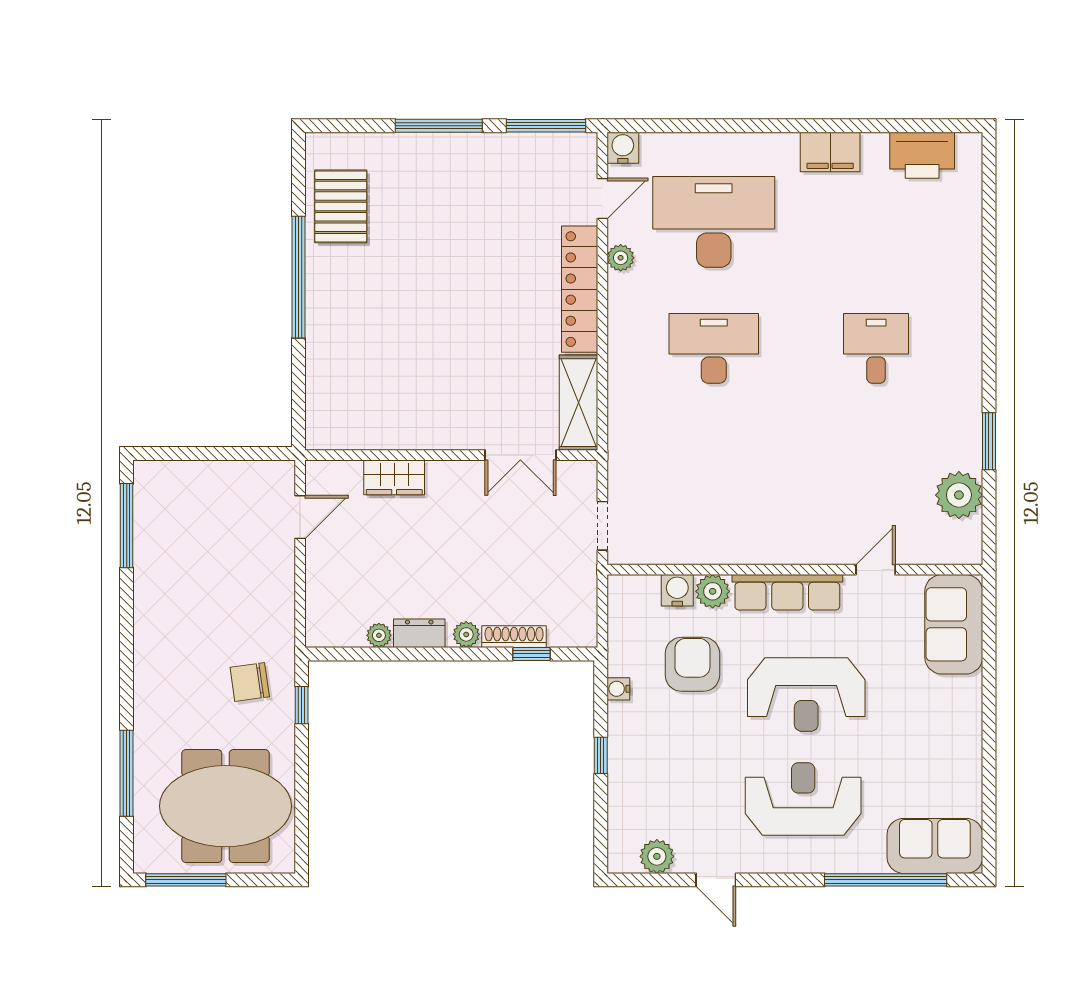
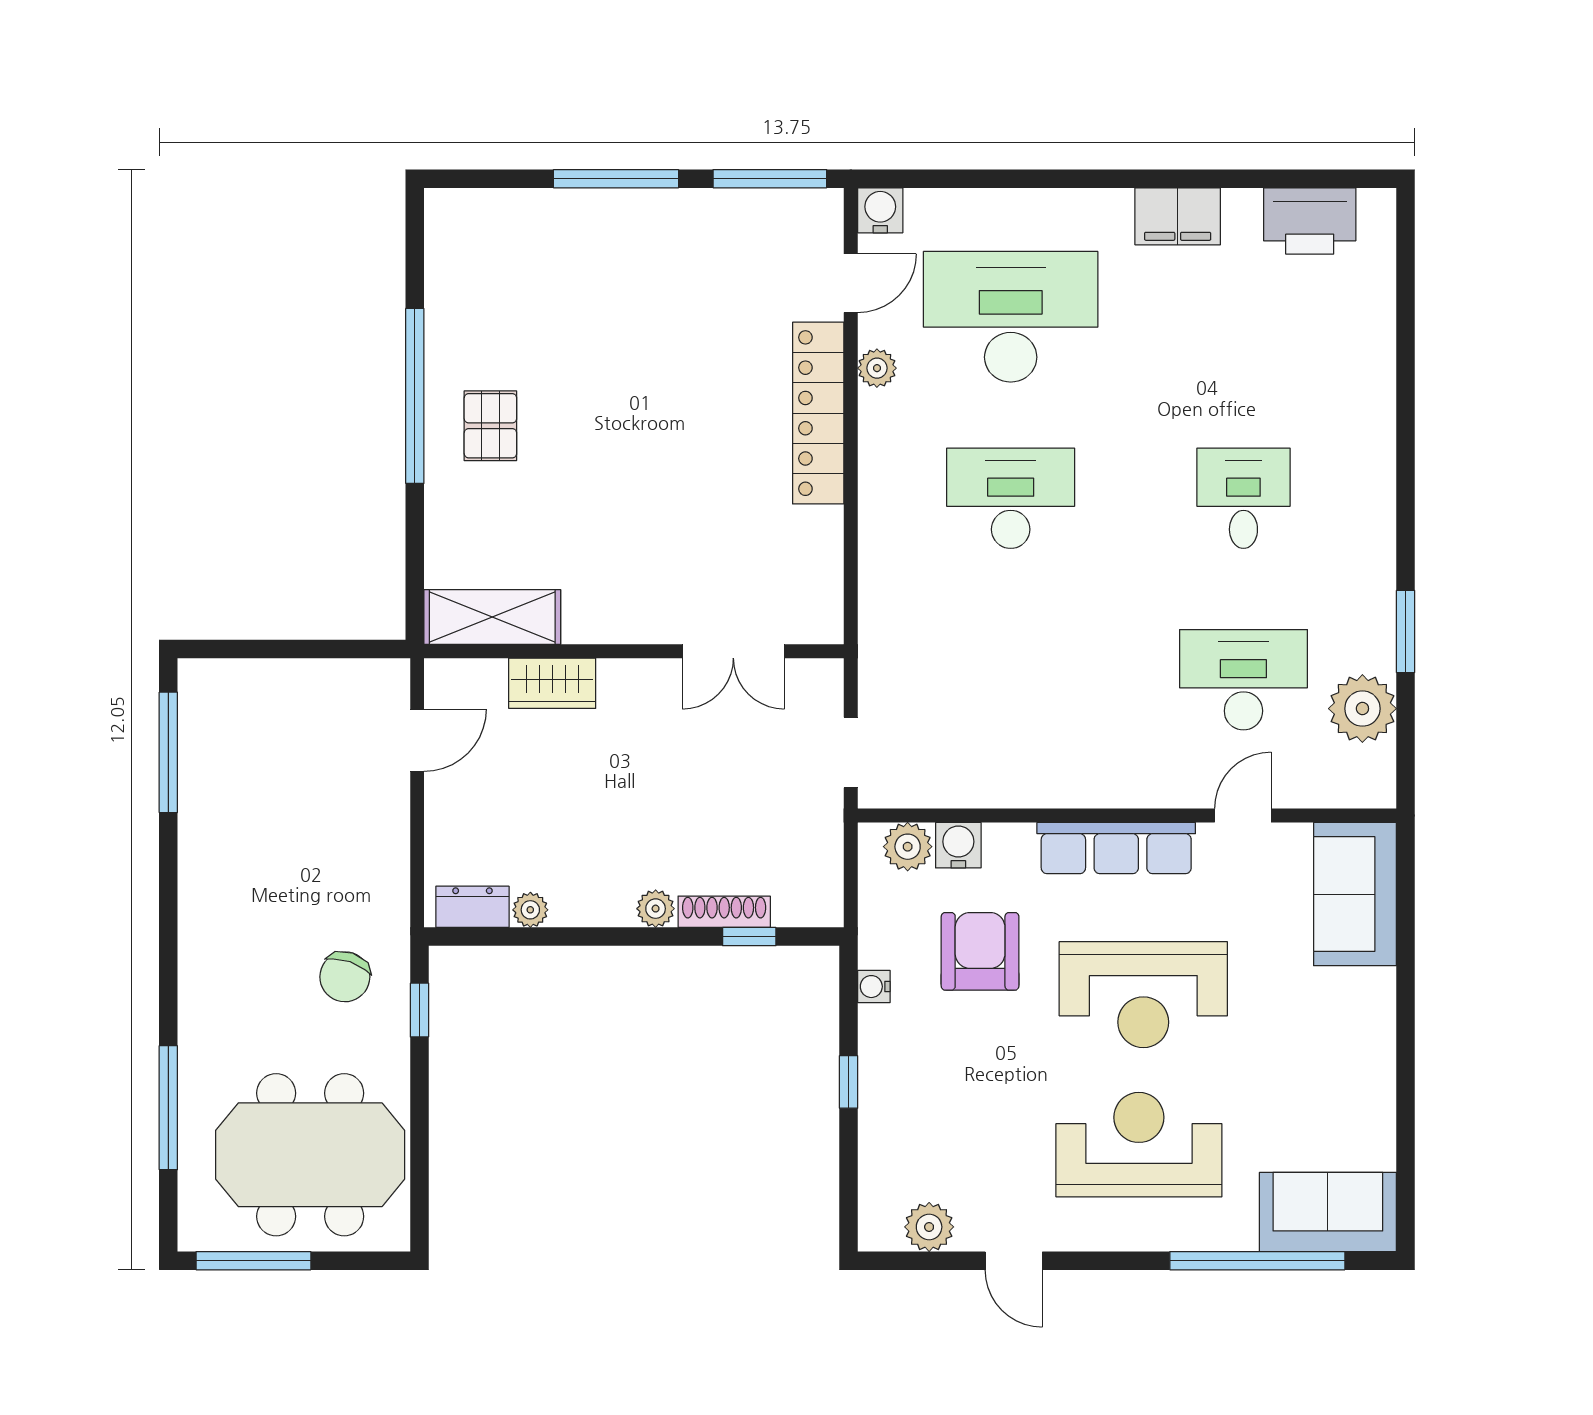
pallet: (341, 206) -> (490, 426), moved, width x0.67, depth x0.71
shelving: (579, 403) -> (492, 617), moved, turned 90
desk: (876, 475) -> (1243, 680), added
plant: (713, 591) -> (908, 847), moved
dresser: (419, 633) -> (472, 907), moved
chair: (250, 682) -> (345, 977), turned -63

